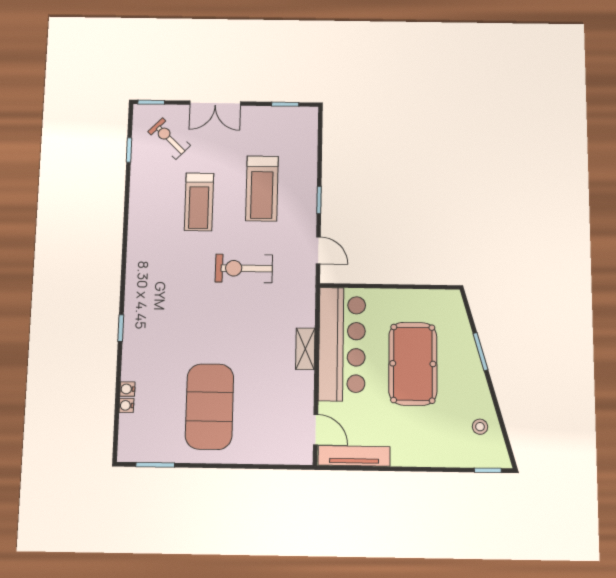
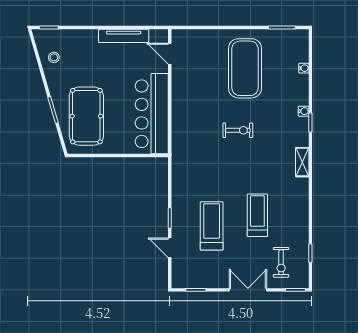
exercise bike: (169, 139) -> (281, 262), turned 46
door: (318, 250) -> (170, 248), moved
exercise bike: (244, 268) -> (238, 130), moved, width x0.73, depth x0.72
shelving: (305, 349) -> (302, 162), moved
pool table: (413, 364) -> (86, 116), moved
water cooler: (127, 389) -> (304, 111), moved
tv unit: (354, 456) -> (124, 36), moved

